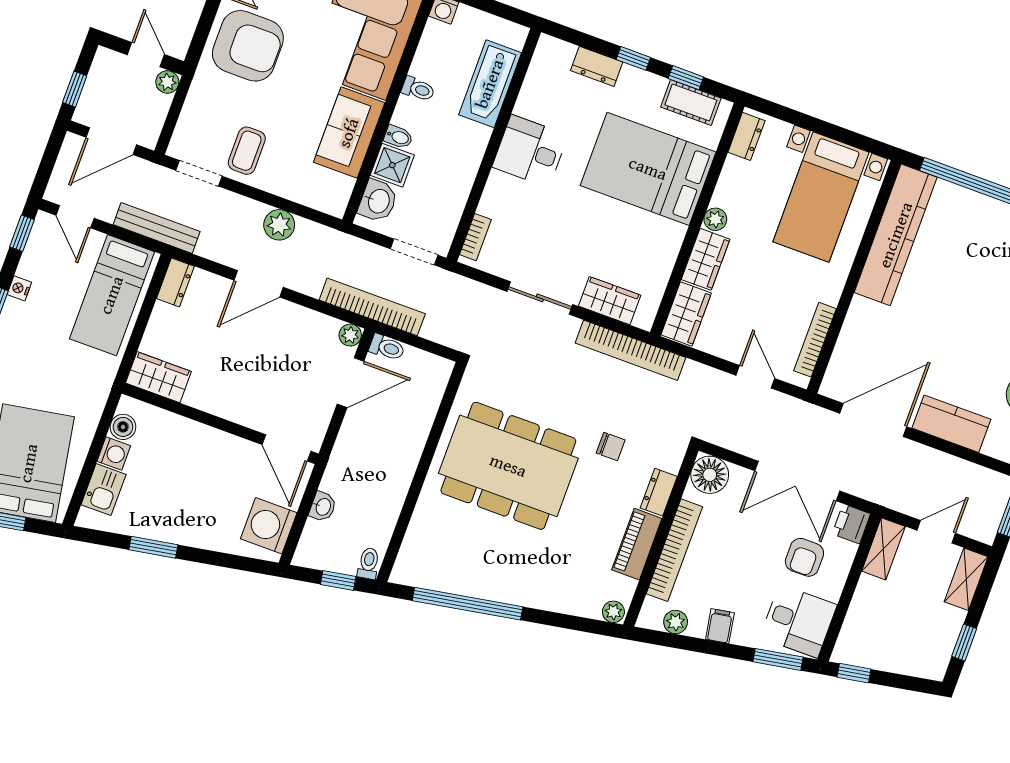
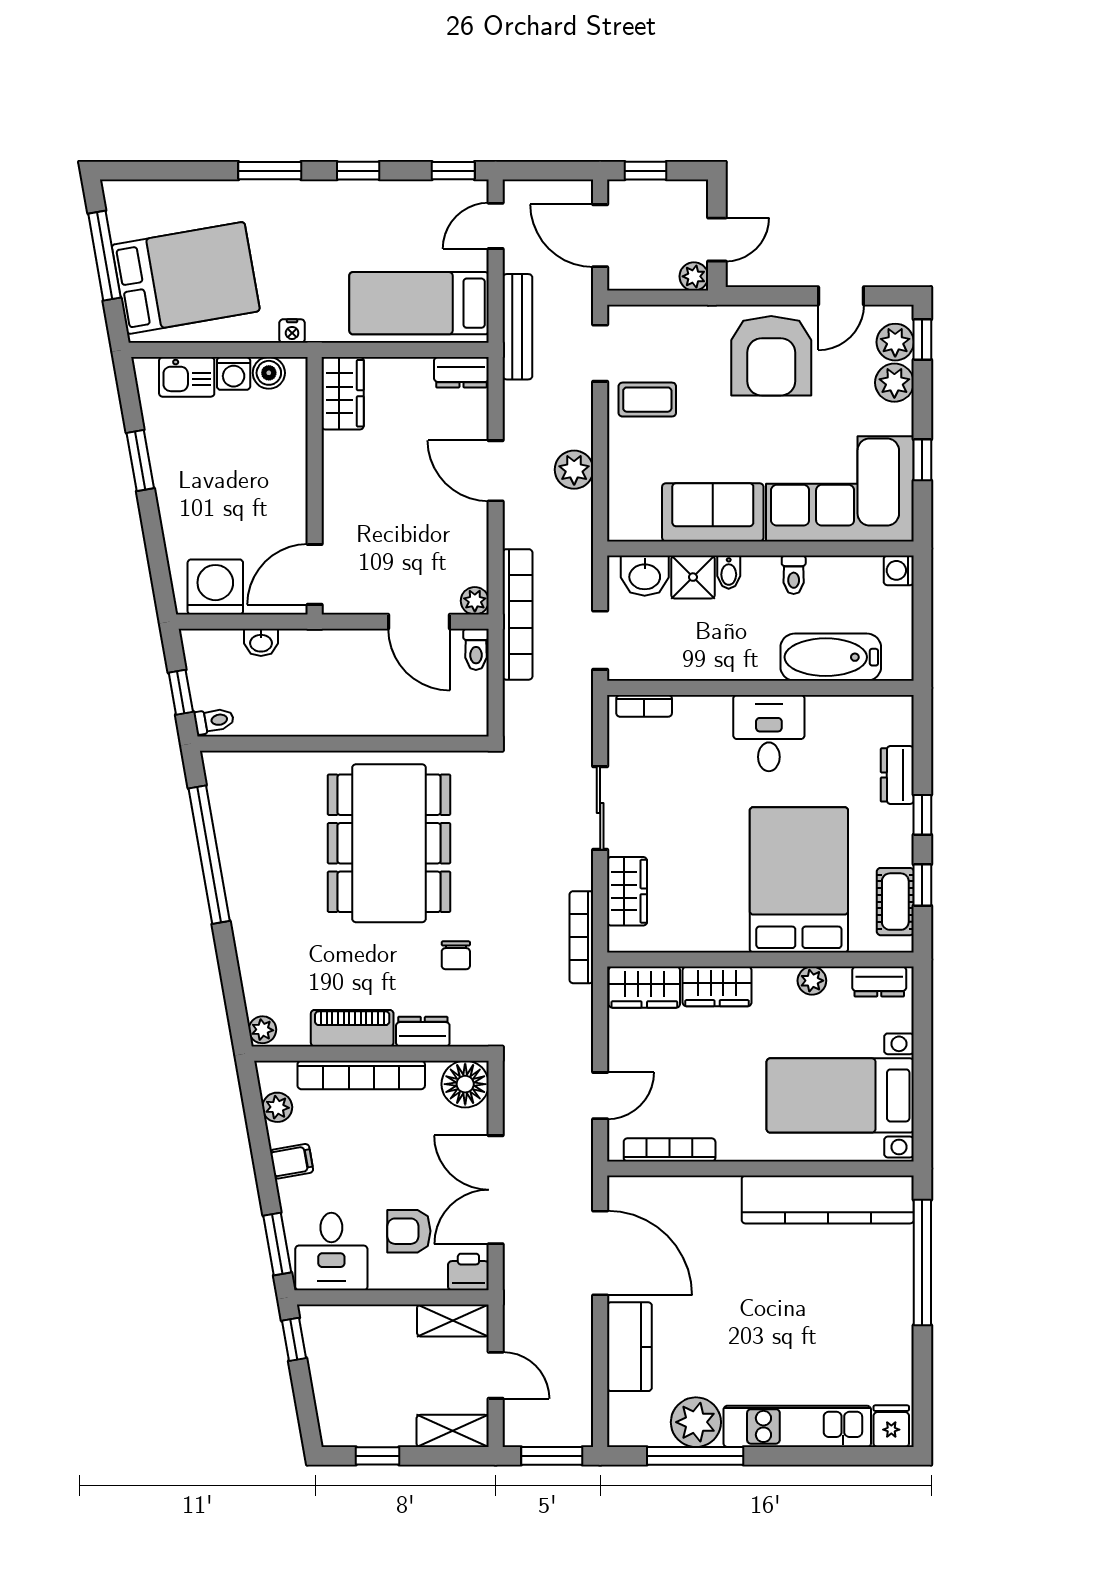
plant: (715, 219) -> (812, 981), moved
nightstand: (19, 288) -> (292, 331), moved, turned 180
bookcase: (631, 350) -> (581, 937), width x0.68, depth x0.76

